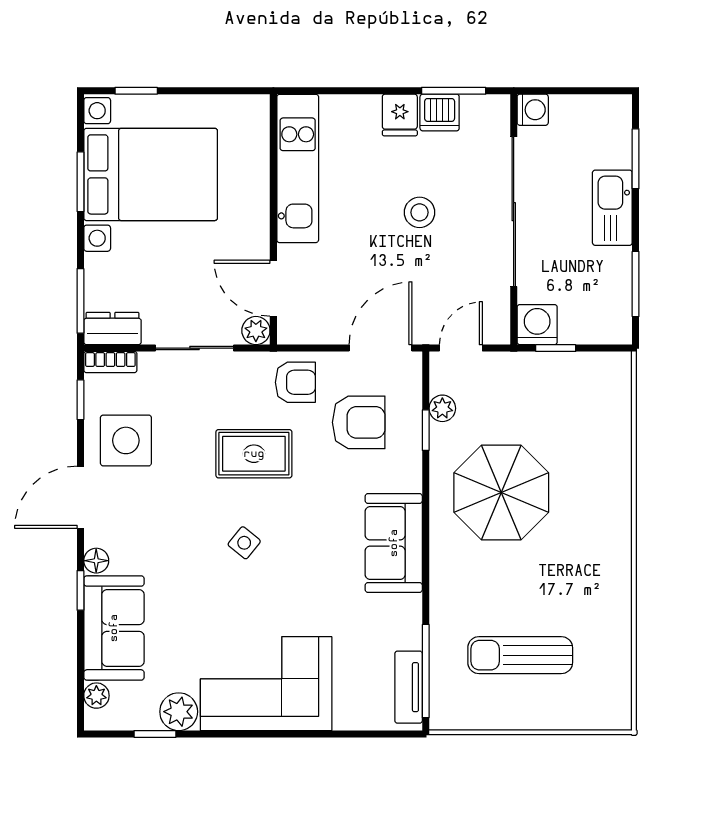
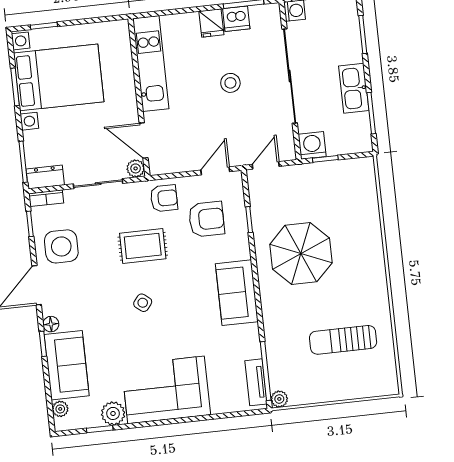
kitchen sink: (612, 208) -> (354, 88), moved
door: (381, 348) -> (215, 171), width x0.73
plant: (442, 408) -> (279, 399), moved
sun lounger: (520, 655) -> (343, 340), moved

